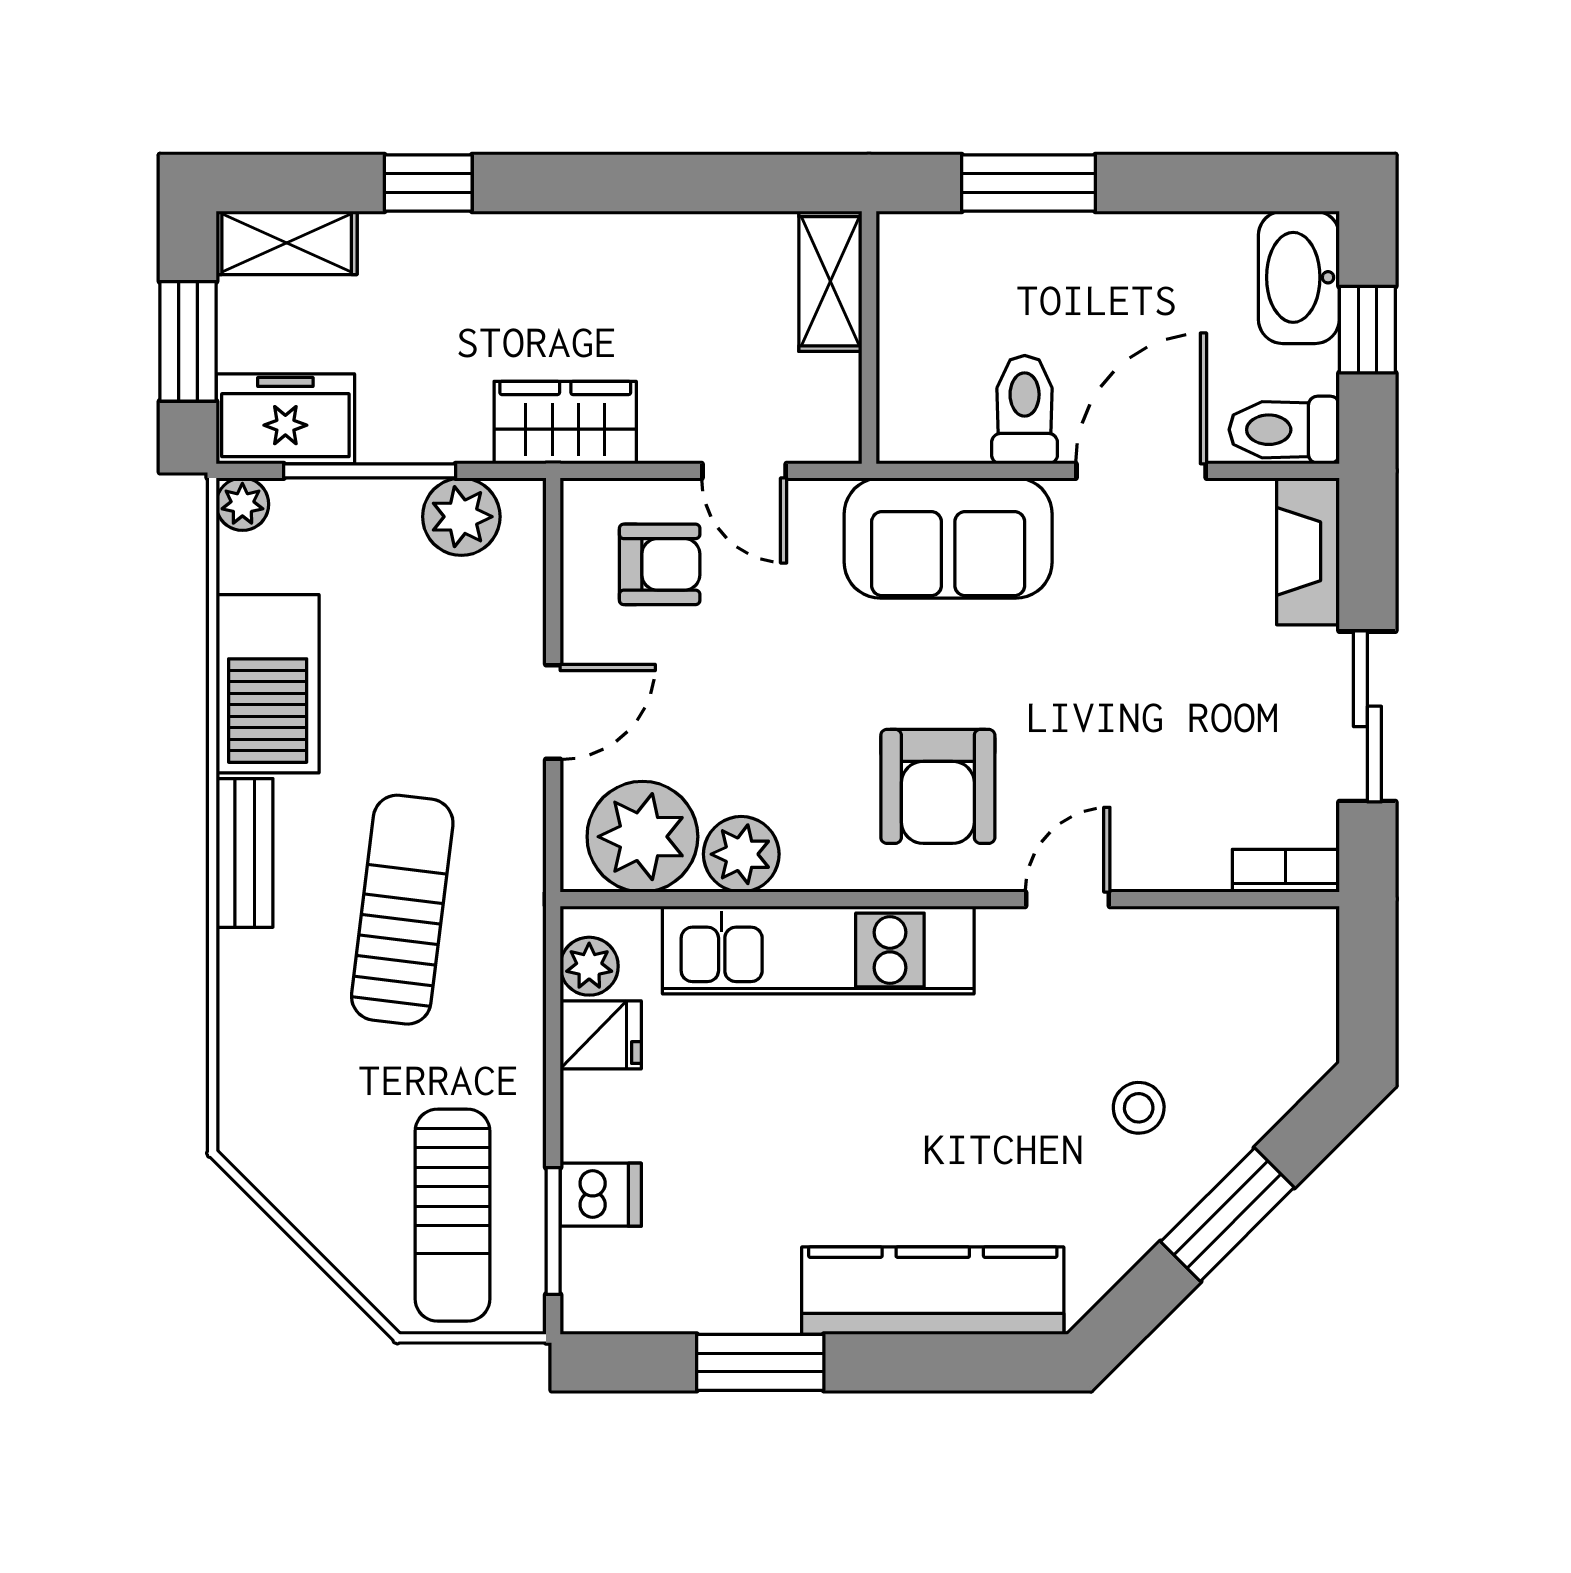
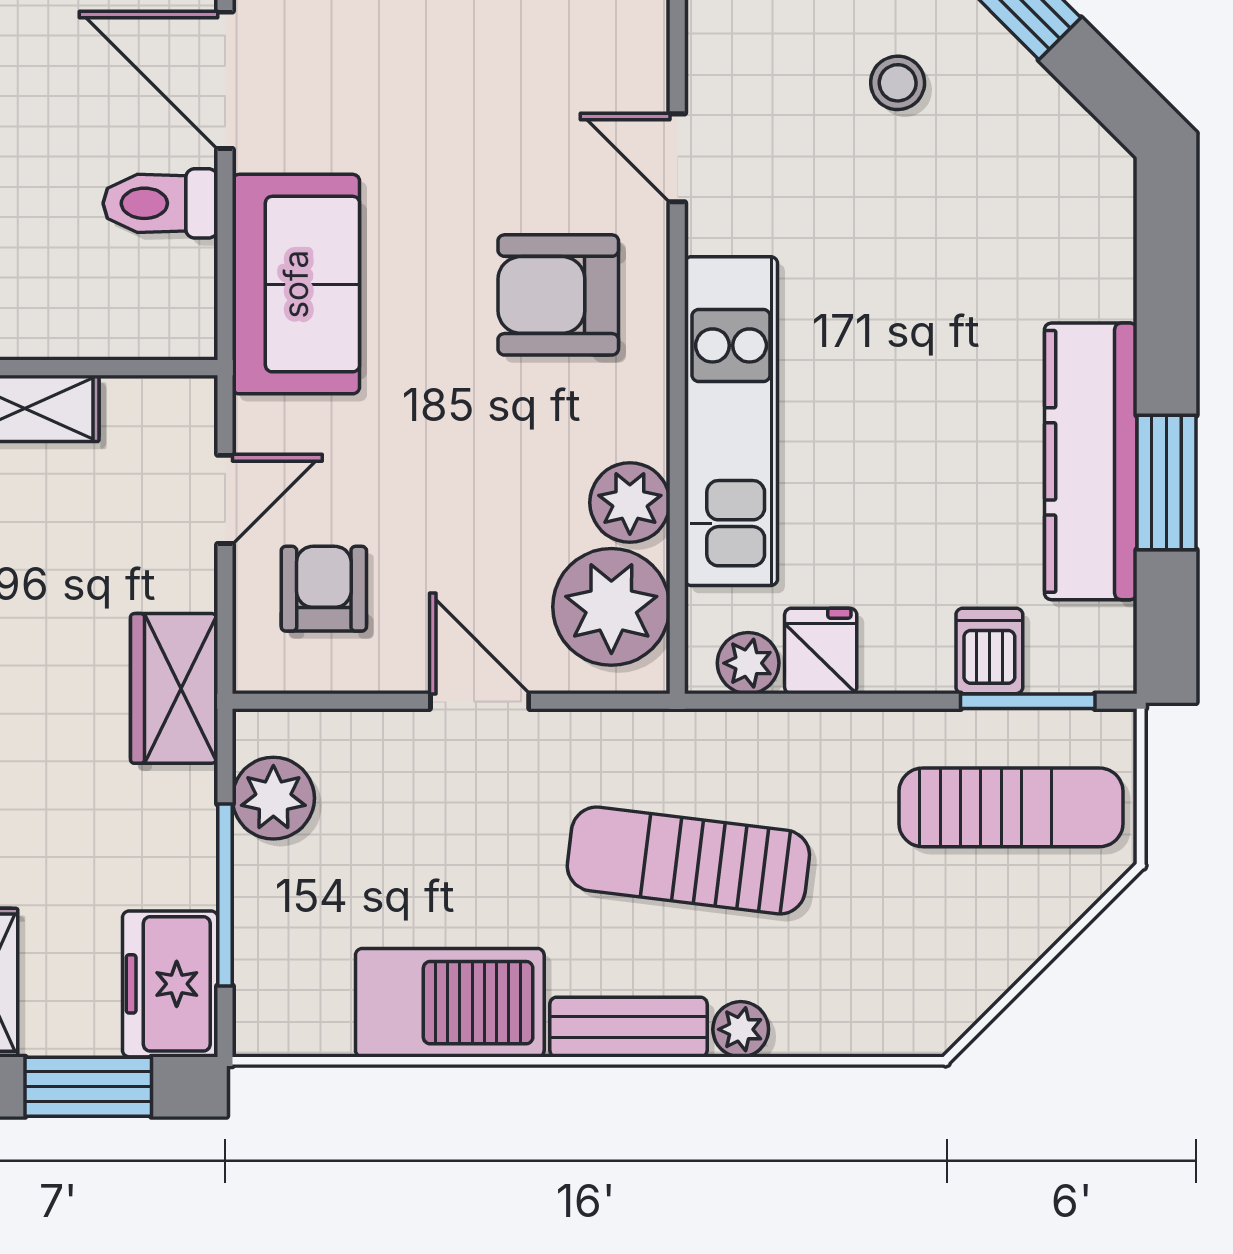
plant: (242, 504) -> (741, 1029), moved
armchair: (938, 786) -> (558, 295), turned 180
kitchen counter: (933, 1291) -> (1091, 461), moved

